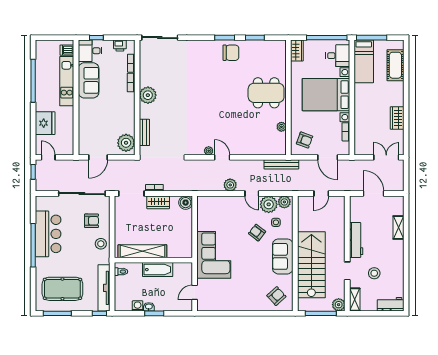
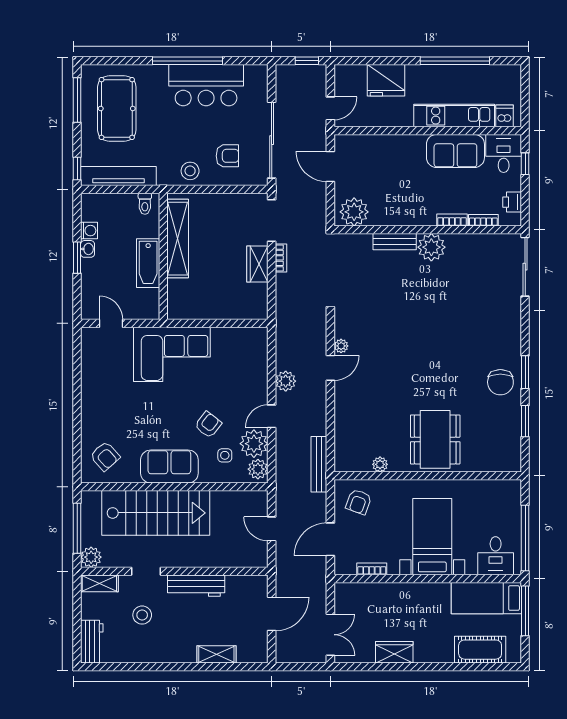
wardrobe: (297, 50) -> (504, 489), removed
bed with nightstands: (326, 95) -> (432, 537), width x0.73
bench: (144, 132) -> (395, 242), moved
door: (48, 157) -> (330, 108), moved
boiler: (186, 203) -> (257, 309), removed
armchair: (92, 221) -> (227, 156), turned -90

